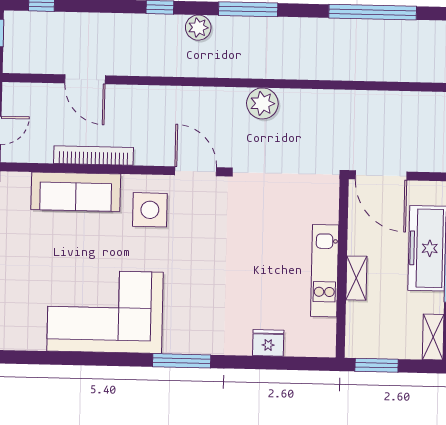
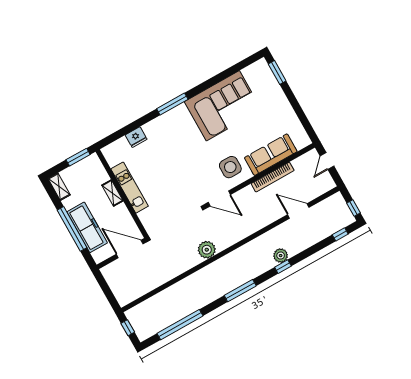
plant: (198, 28) -> (281, 256), moved

